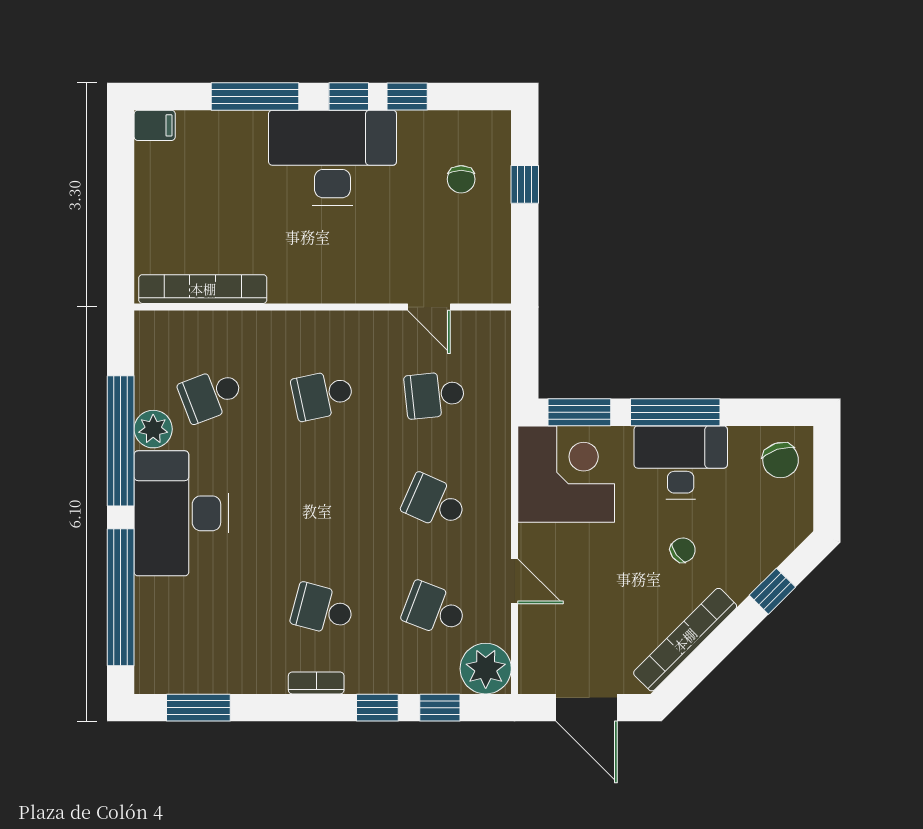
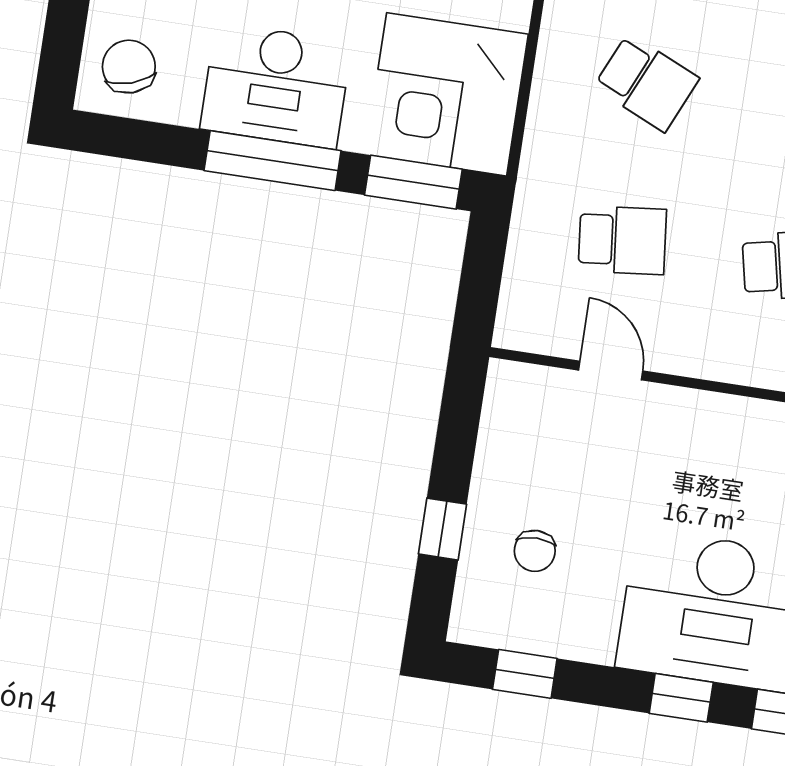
window: (407, 96) -> (525, 674), moved
chair: (461, 179) -> (535, 551), turned 180

